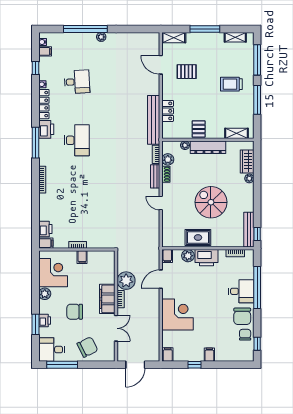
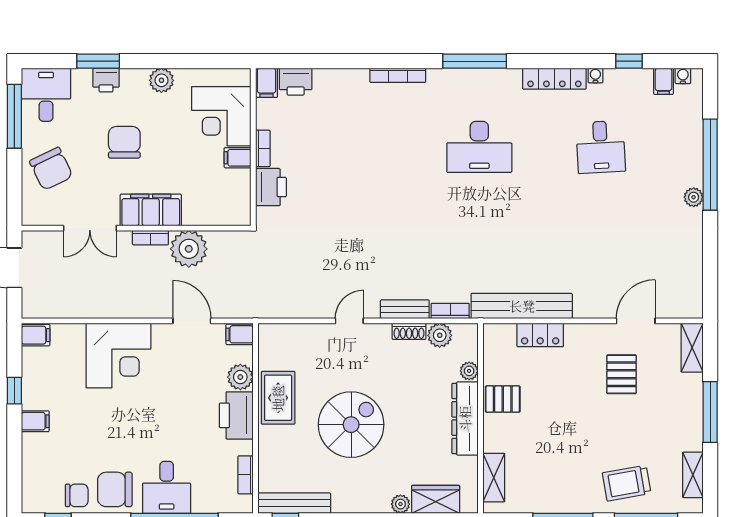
trolley: (231, 84) -> (627, 483), moved, turned -100
printer: (46, 129) -> (271, 187), moved, turned -90
corner desk: (53, 273) -> (221, 116), moved, turned 90

